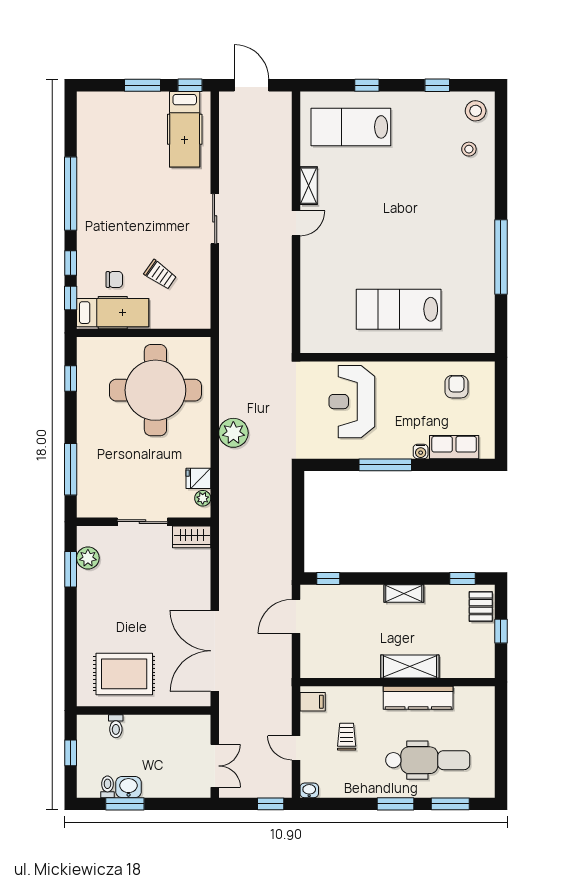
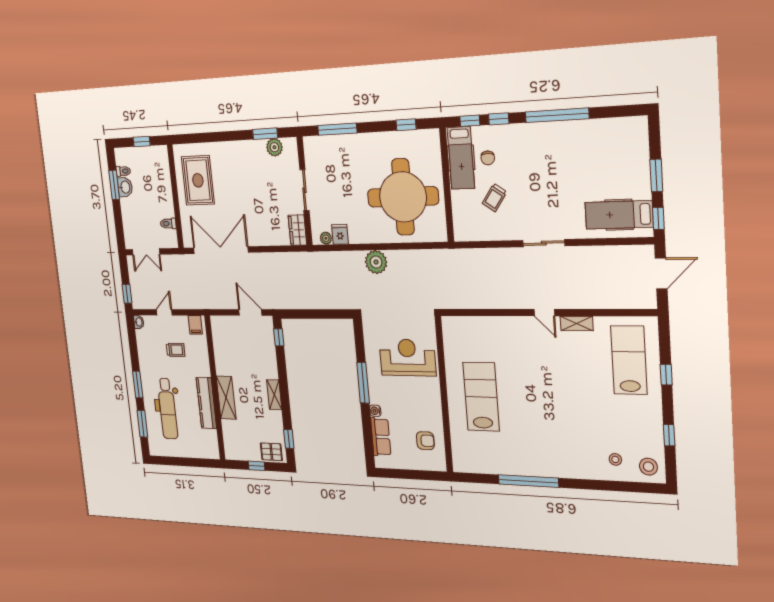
toilet: (116, 726) -> (168, 224), moved

